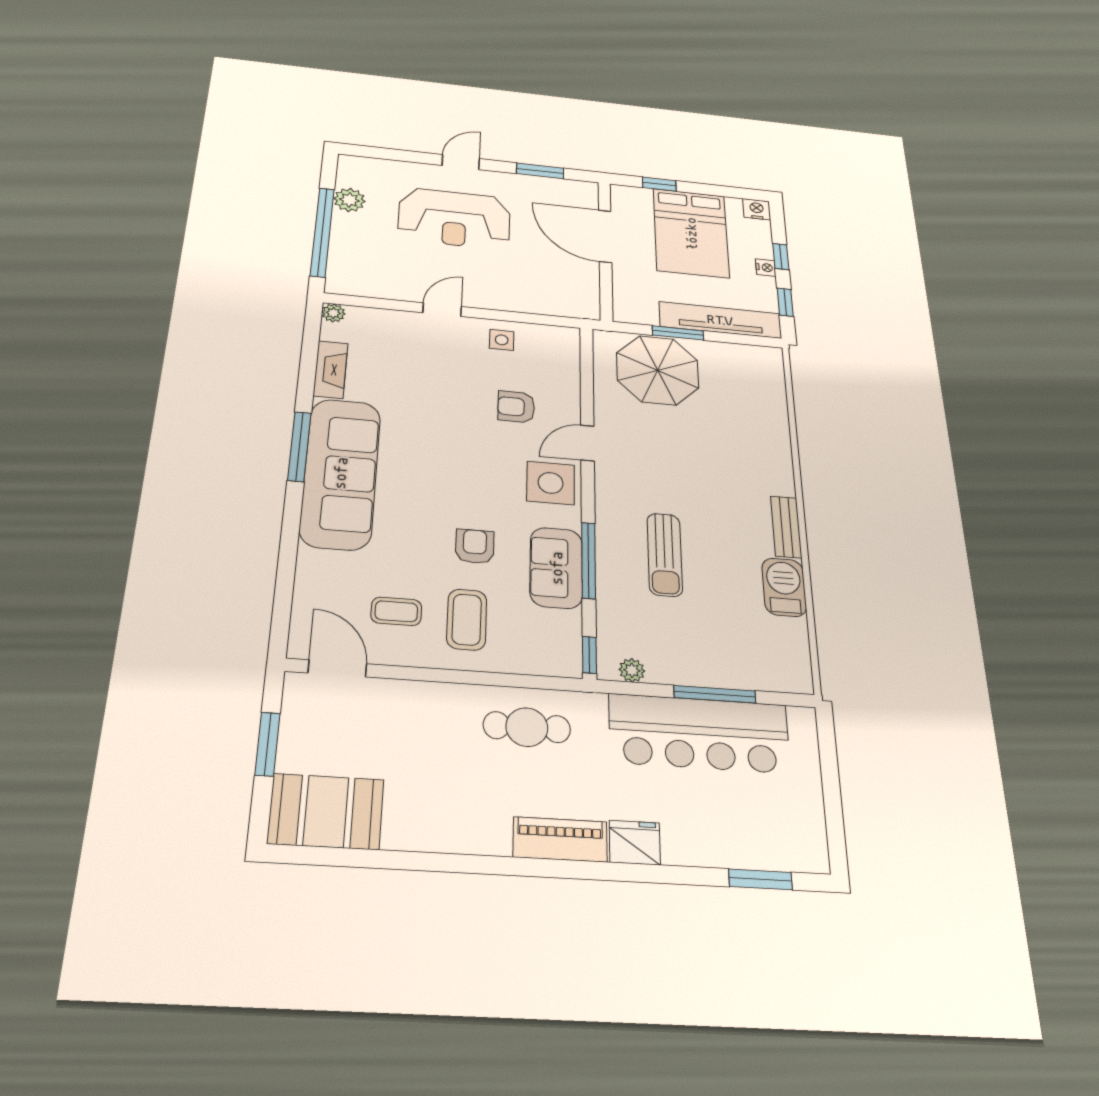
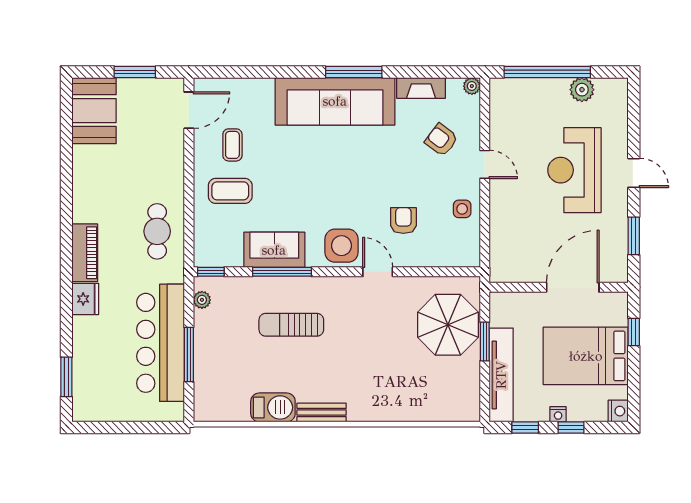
armchair: (475, 546) -> (441, 140), moved, turned -143

